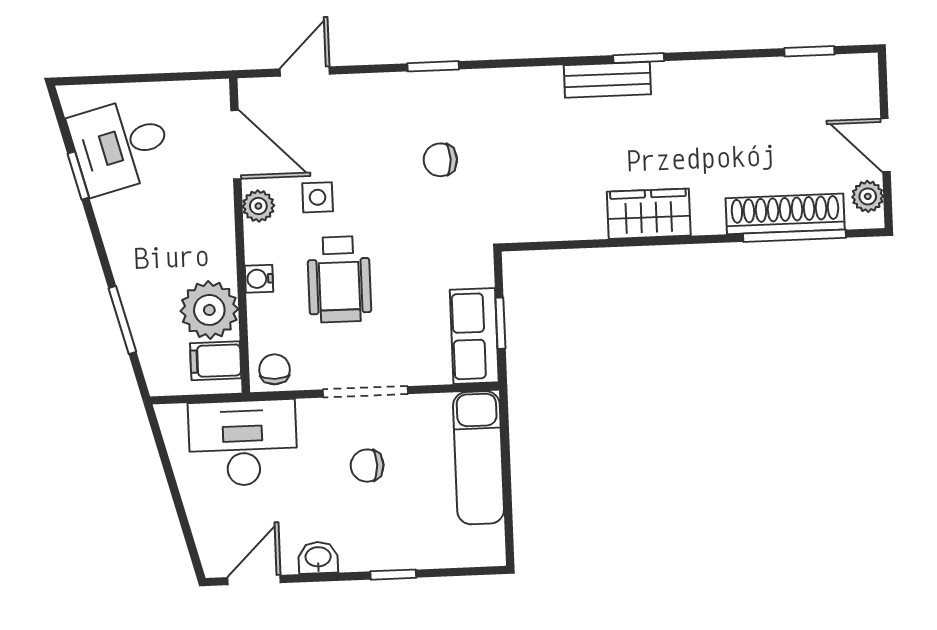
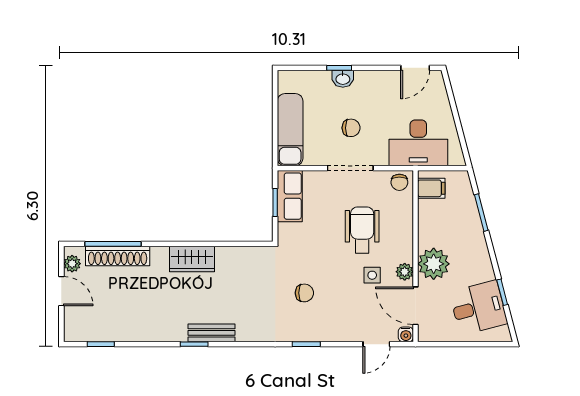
water cooler: (259, 279) -> (406, 334), moved, turned 90
plant: (209, 310) -> (434, 264), moved
washbasin: (318, 558) -> (343, 79), moved

